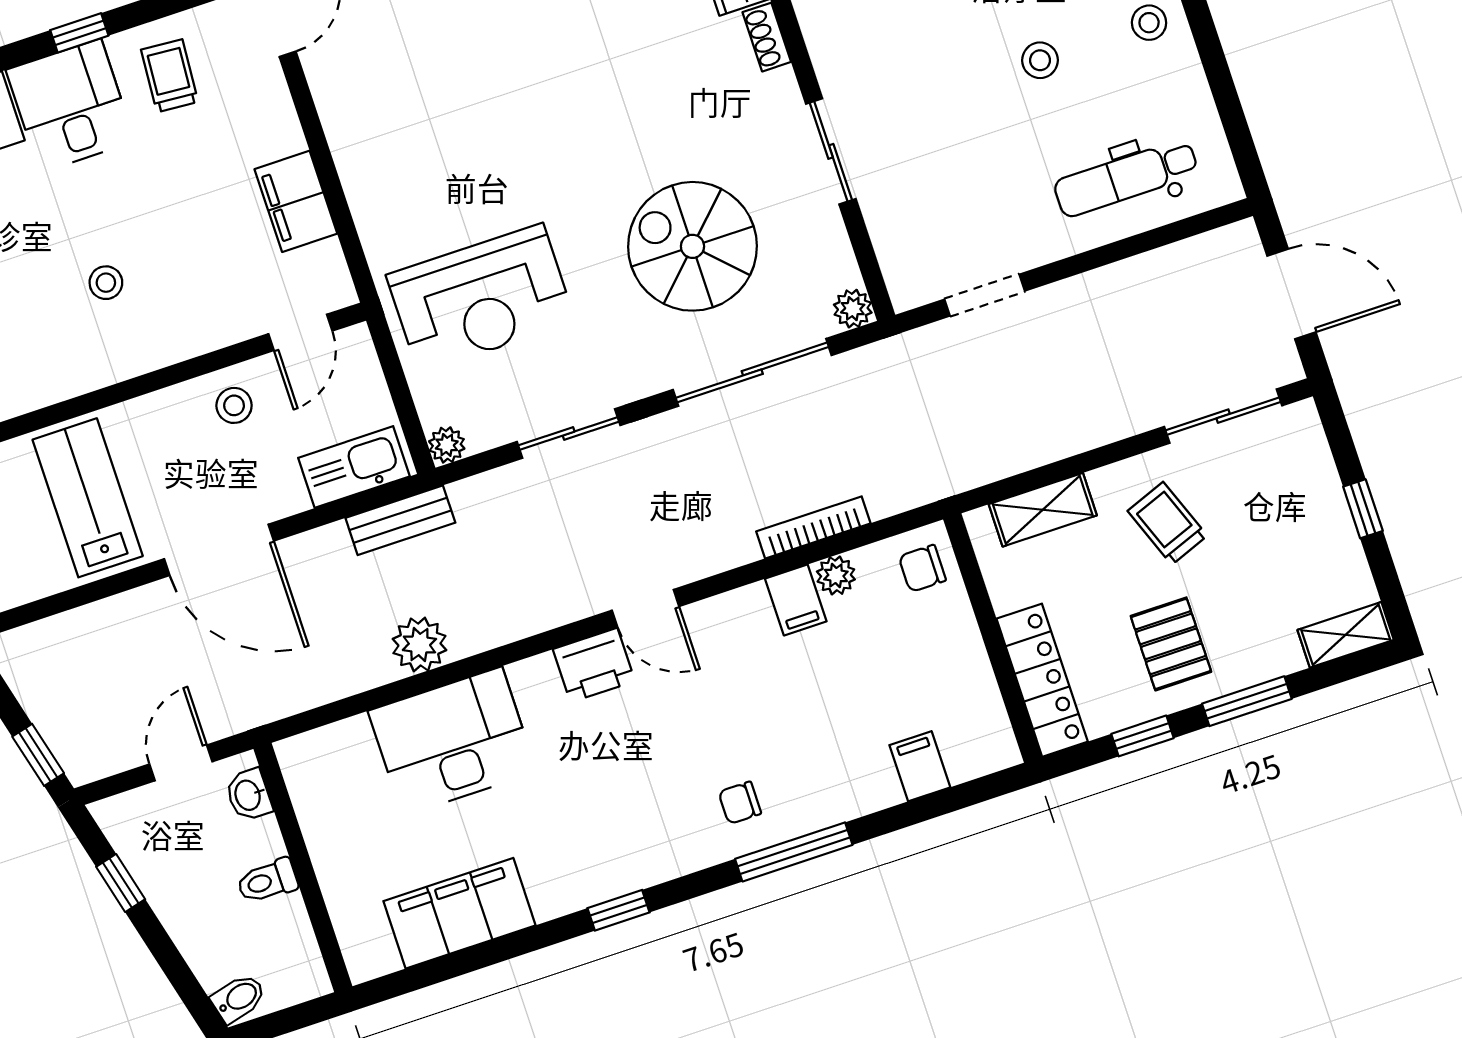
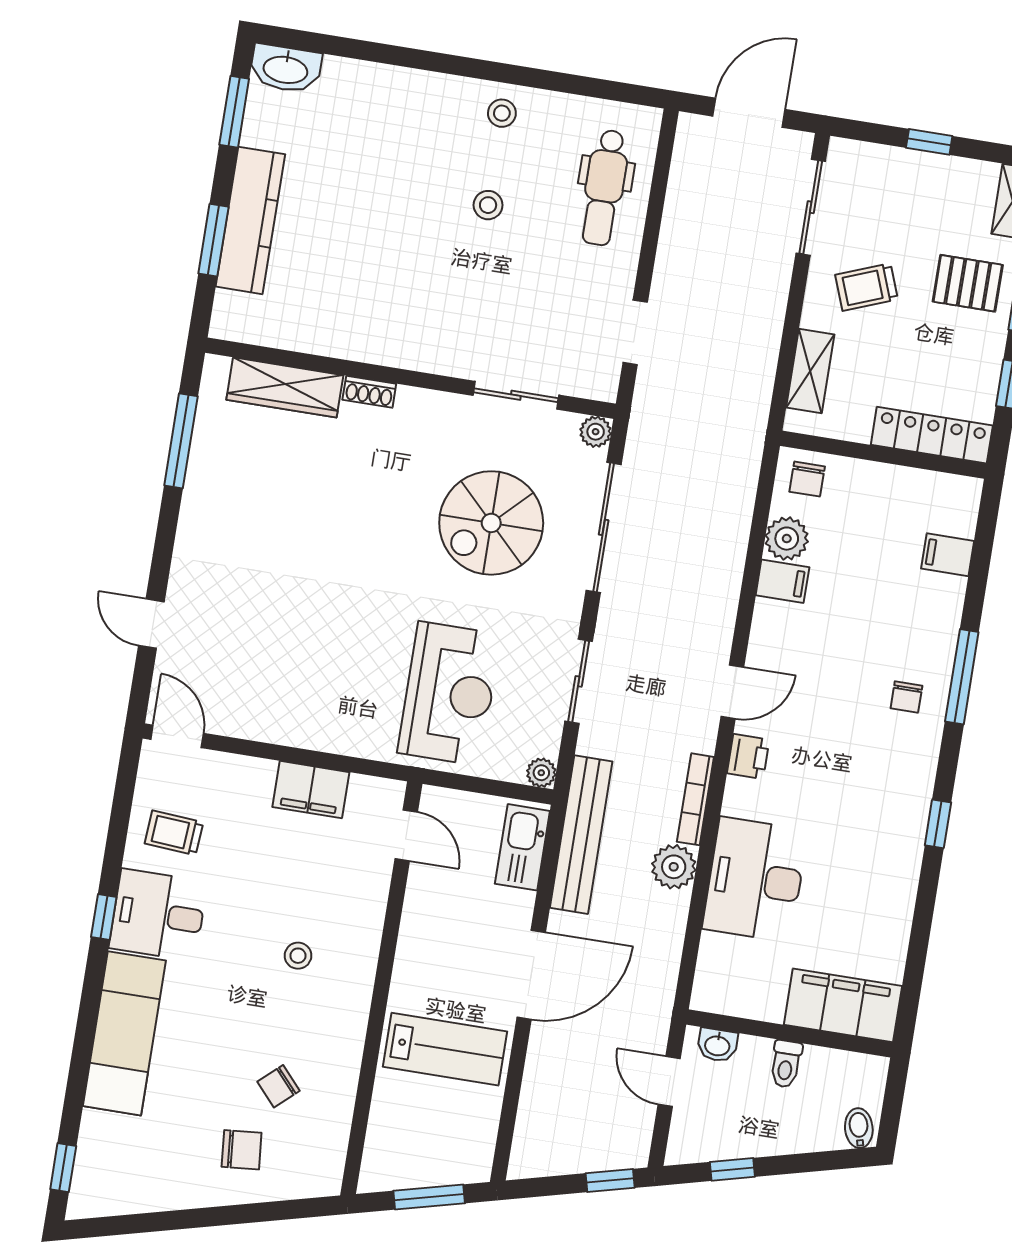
window: (79, 33) -> (104, 917), moved
sliding door: (831, 151) -> (516, 395), moved
stool: (234, 405) -> (434, 910), removed
lab bench: (88, 498) -> (445, 1049), turned 180
bench: (400, 520) -> (581, 835), width x1.86, depth x1.21
bookcase: (813, 527) -> (695, 799), moved
plant: (836, 575) -> (787, 539), width x1.38, depth x1.38
pallet: (1171, 644) -> (968, 283), moved
printer: (594, 665) -> (748, 756), width x0.73, depth x0.81
filing cabinet: (460, 913) -> (843, 1005), moved, turned 90

